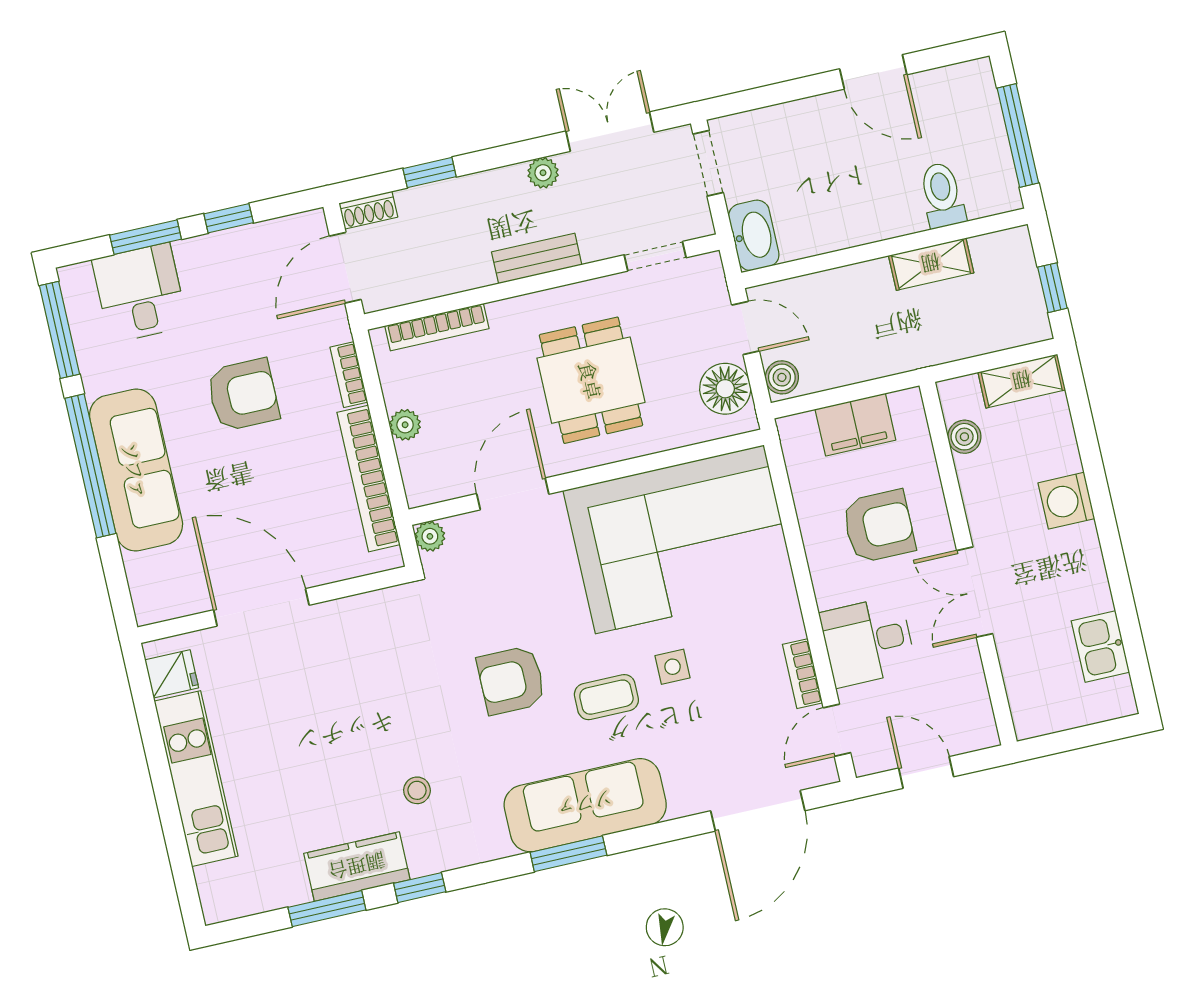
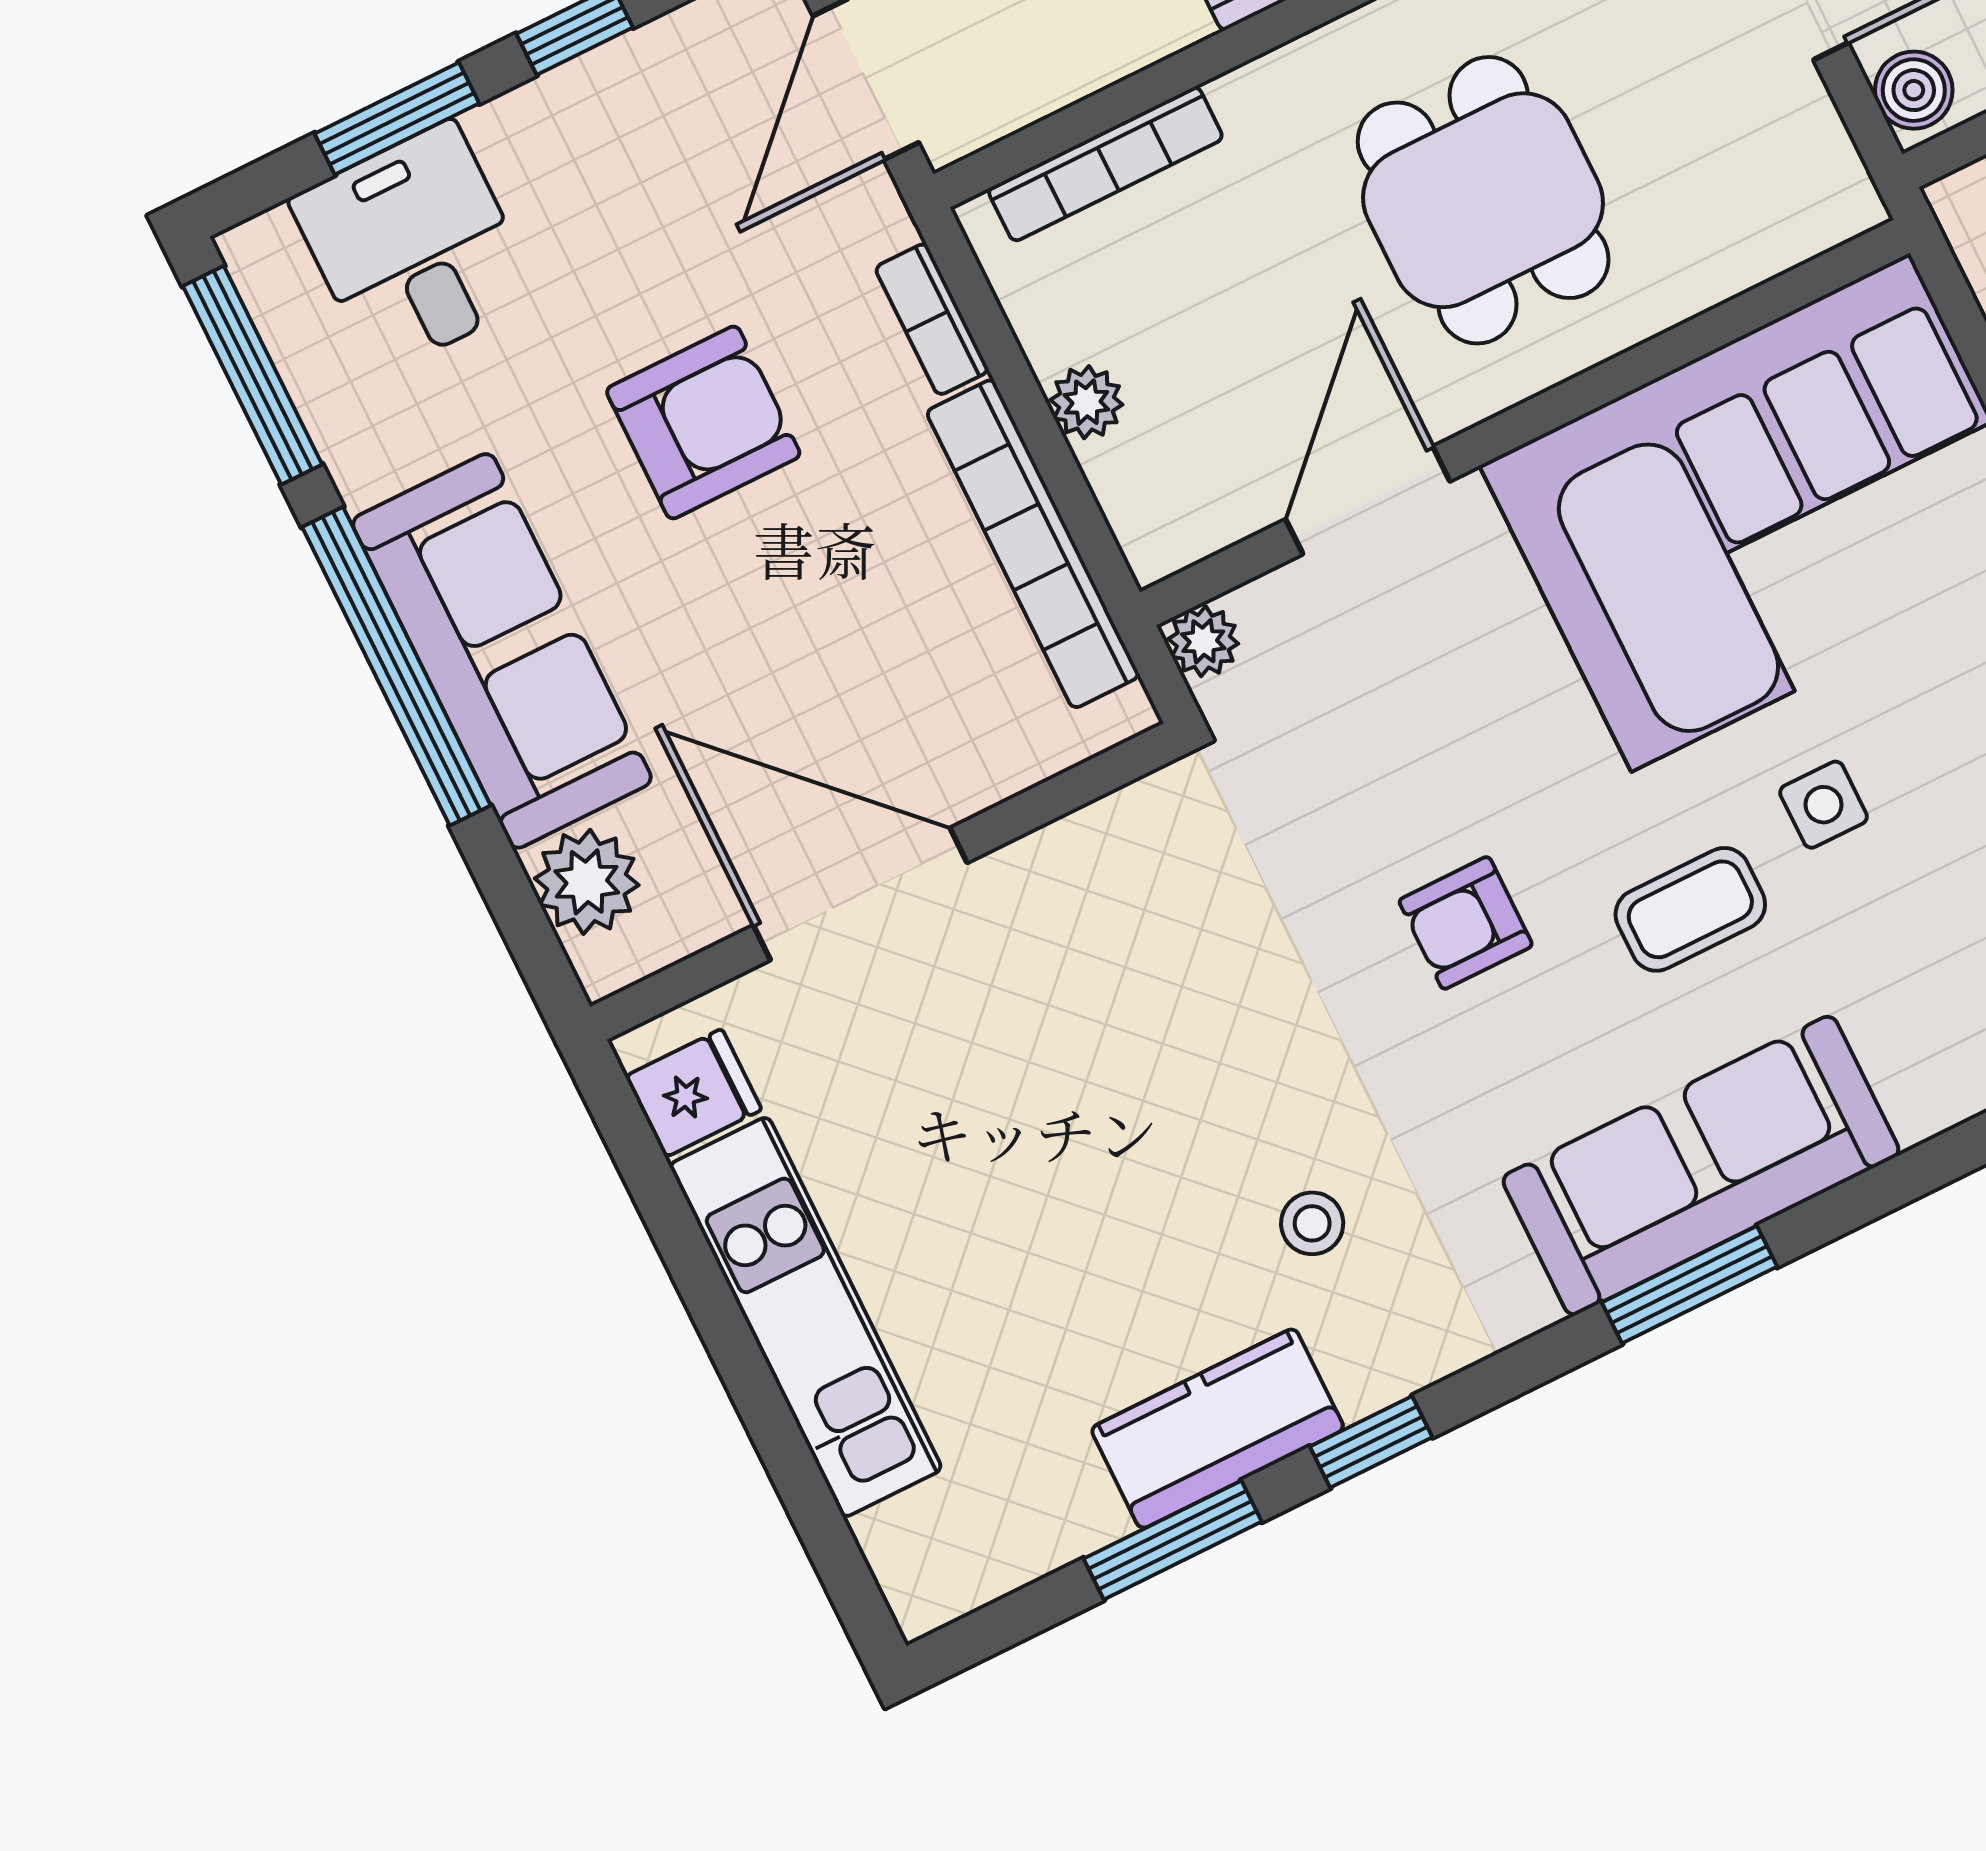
floor lamp: (725, 389) -> (1792, 147), removed
plant: (148, 575) -> (587, 882), added
armchair: (511, 680) -> (1466, 923), width x0.72, depth x0.72

